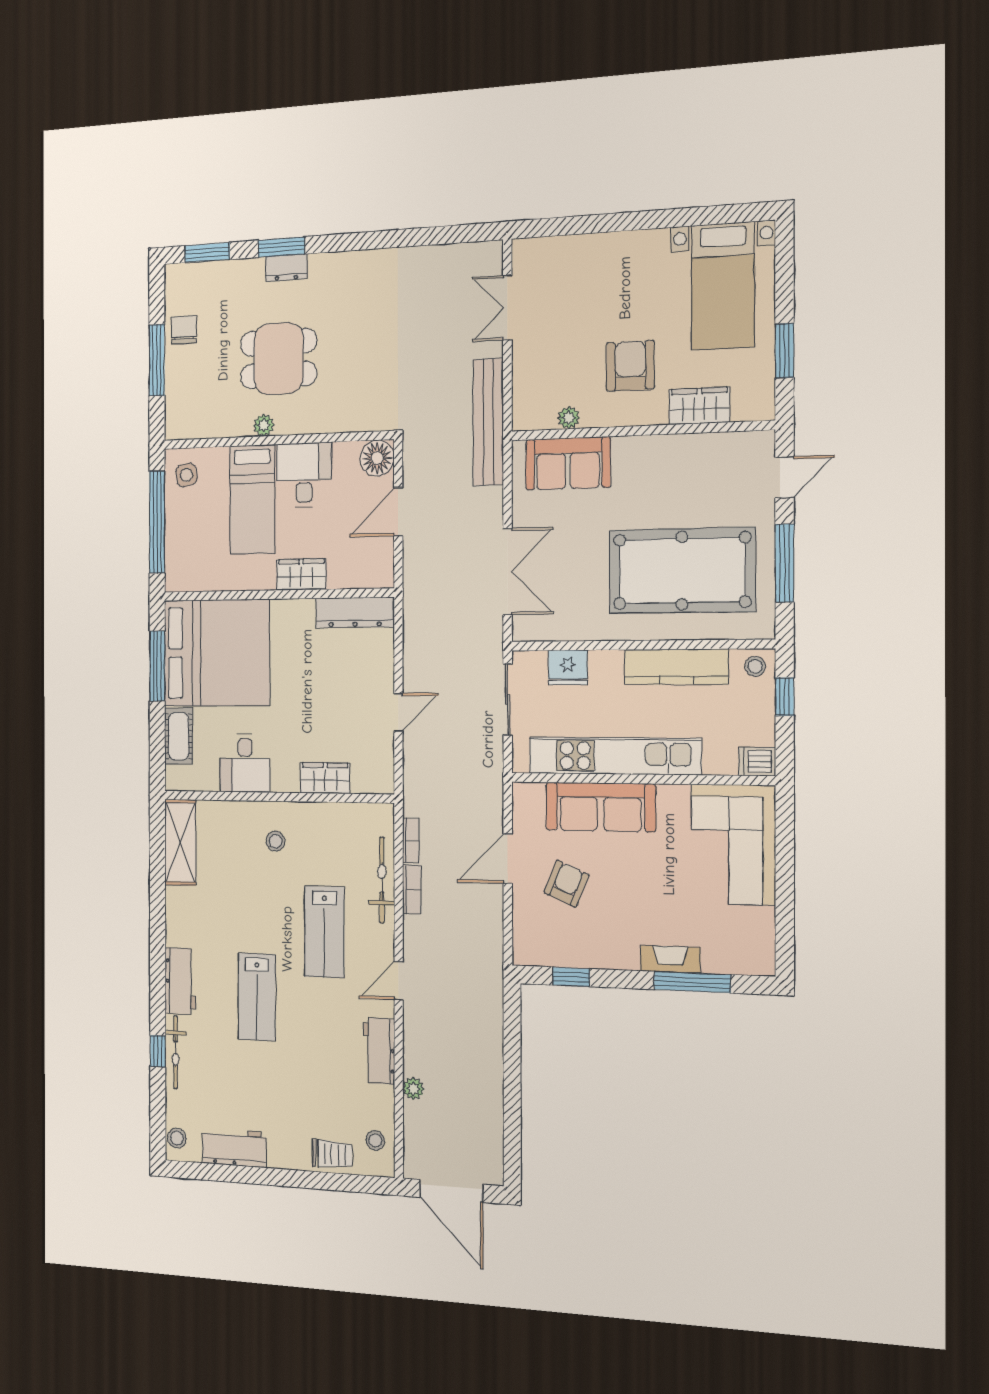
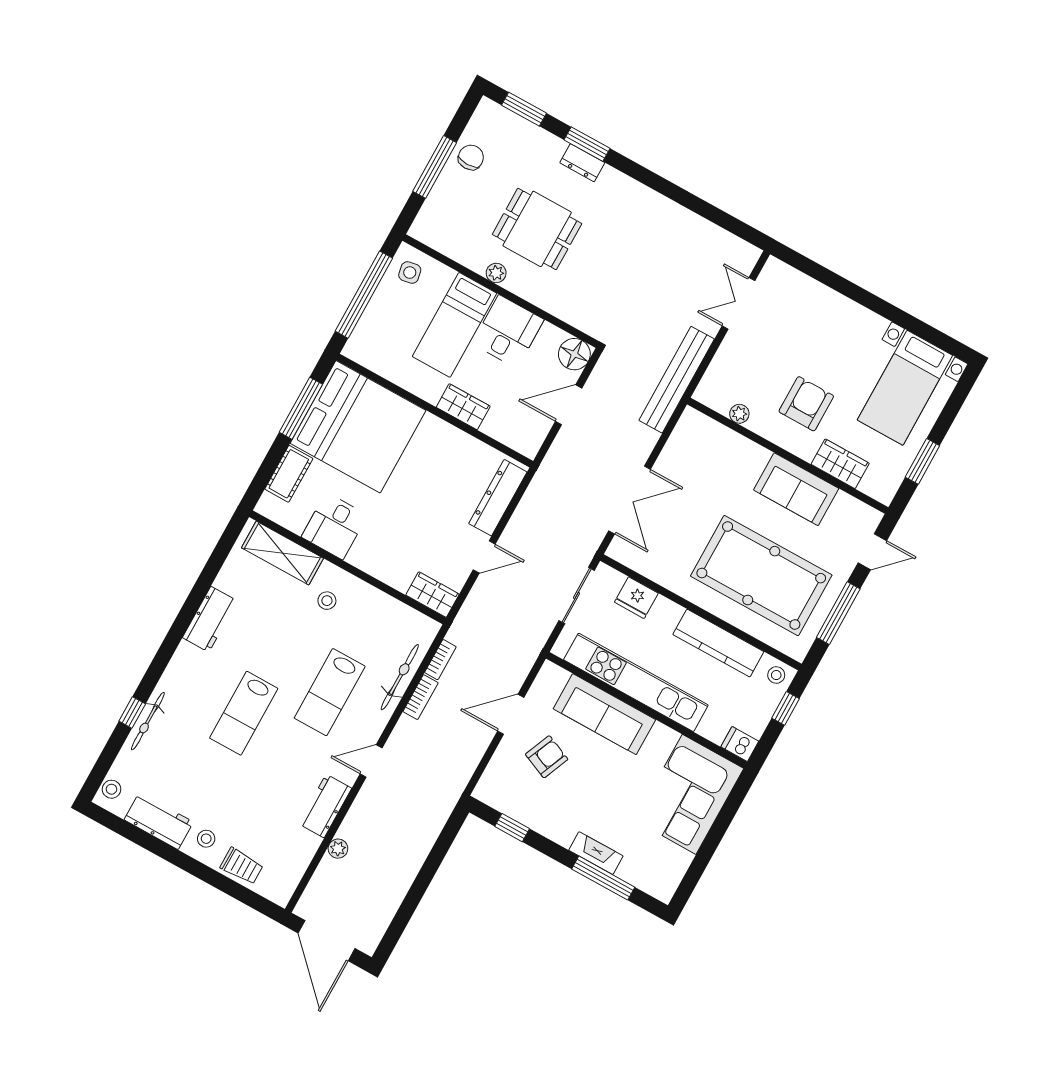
sofa: (568, 463) -> (796, 489), moved
dresser: (355, 613) -> (498, 498), moved, turned 90
wardrobe: (325, 778) -> (433, 595), moved
shelving: (180, 842) -> (282, 553), moved, turned 90
workbench: (180, 981) -> (210, 619), moved
stool: (375, 1140) -> (206, 839), moved

